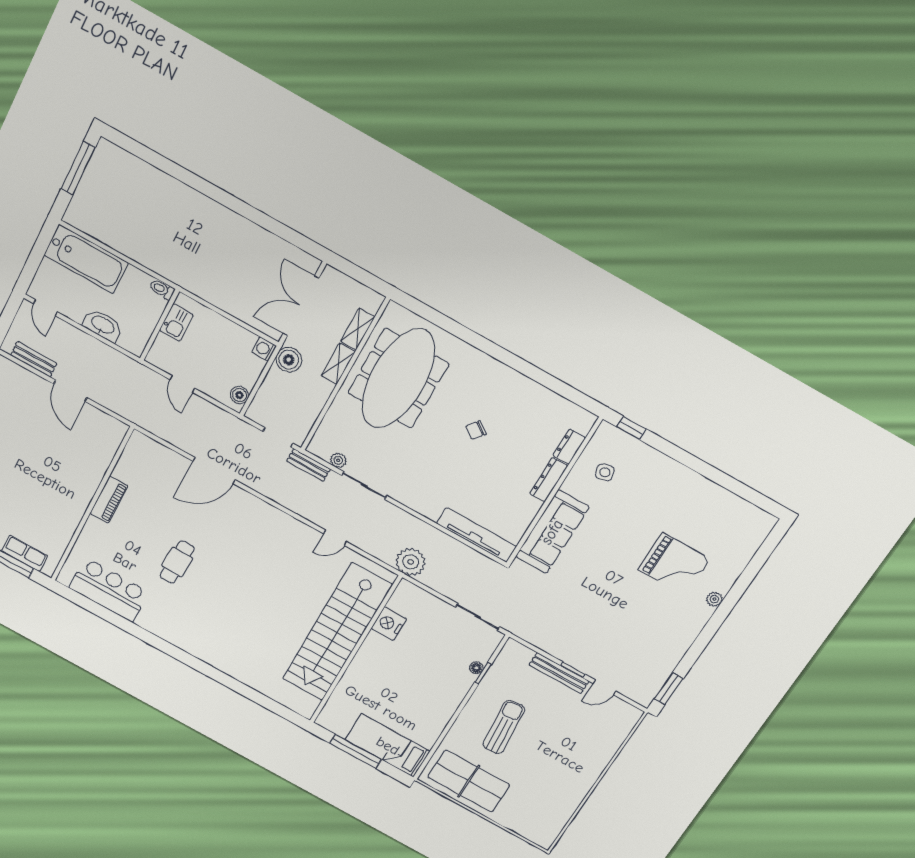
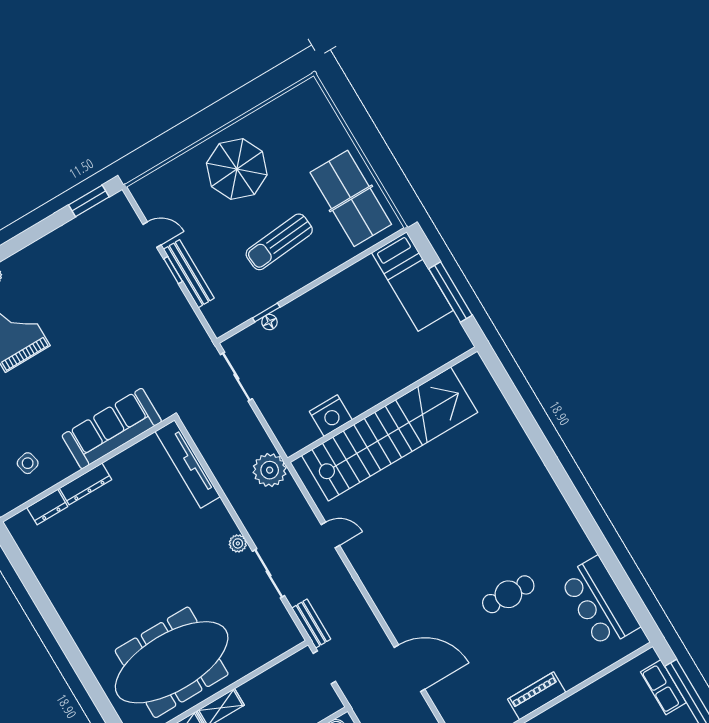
chair: (476, 430) -> (127, 571), removed
plant: (338, 460) -> (238, 543), moved
parasol: (567, 763) -> (237, 169), added

